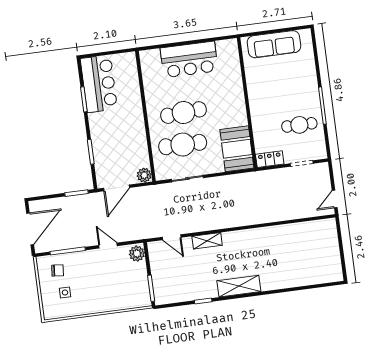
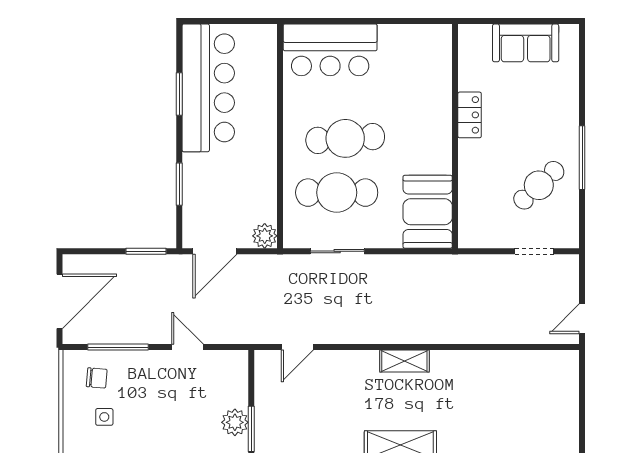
sofa: (274, 44) -> (526, 43), width x0.73
bar counter: (189, 59) -> (330, 50), moved
bar counter: (99, 84) -> (208, 88), width x1.36
cafe table: (299, 125) -> (539, 185), turned -43
locker: (270, 159) -> (470, 115), moved, turned 90
door: (172, 237) -> (297, 347), hinge flipped
shelving: (207, 241) -> (404, 361), moved
plant: (137, 254) -> (235, 422), moved

